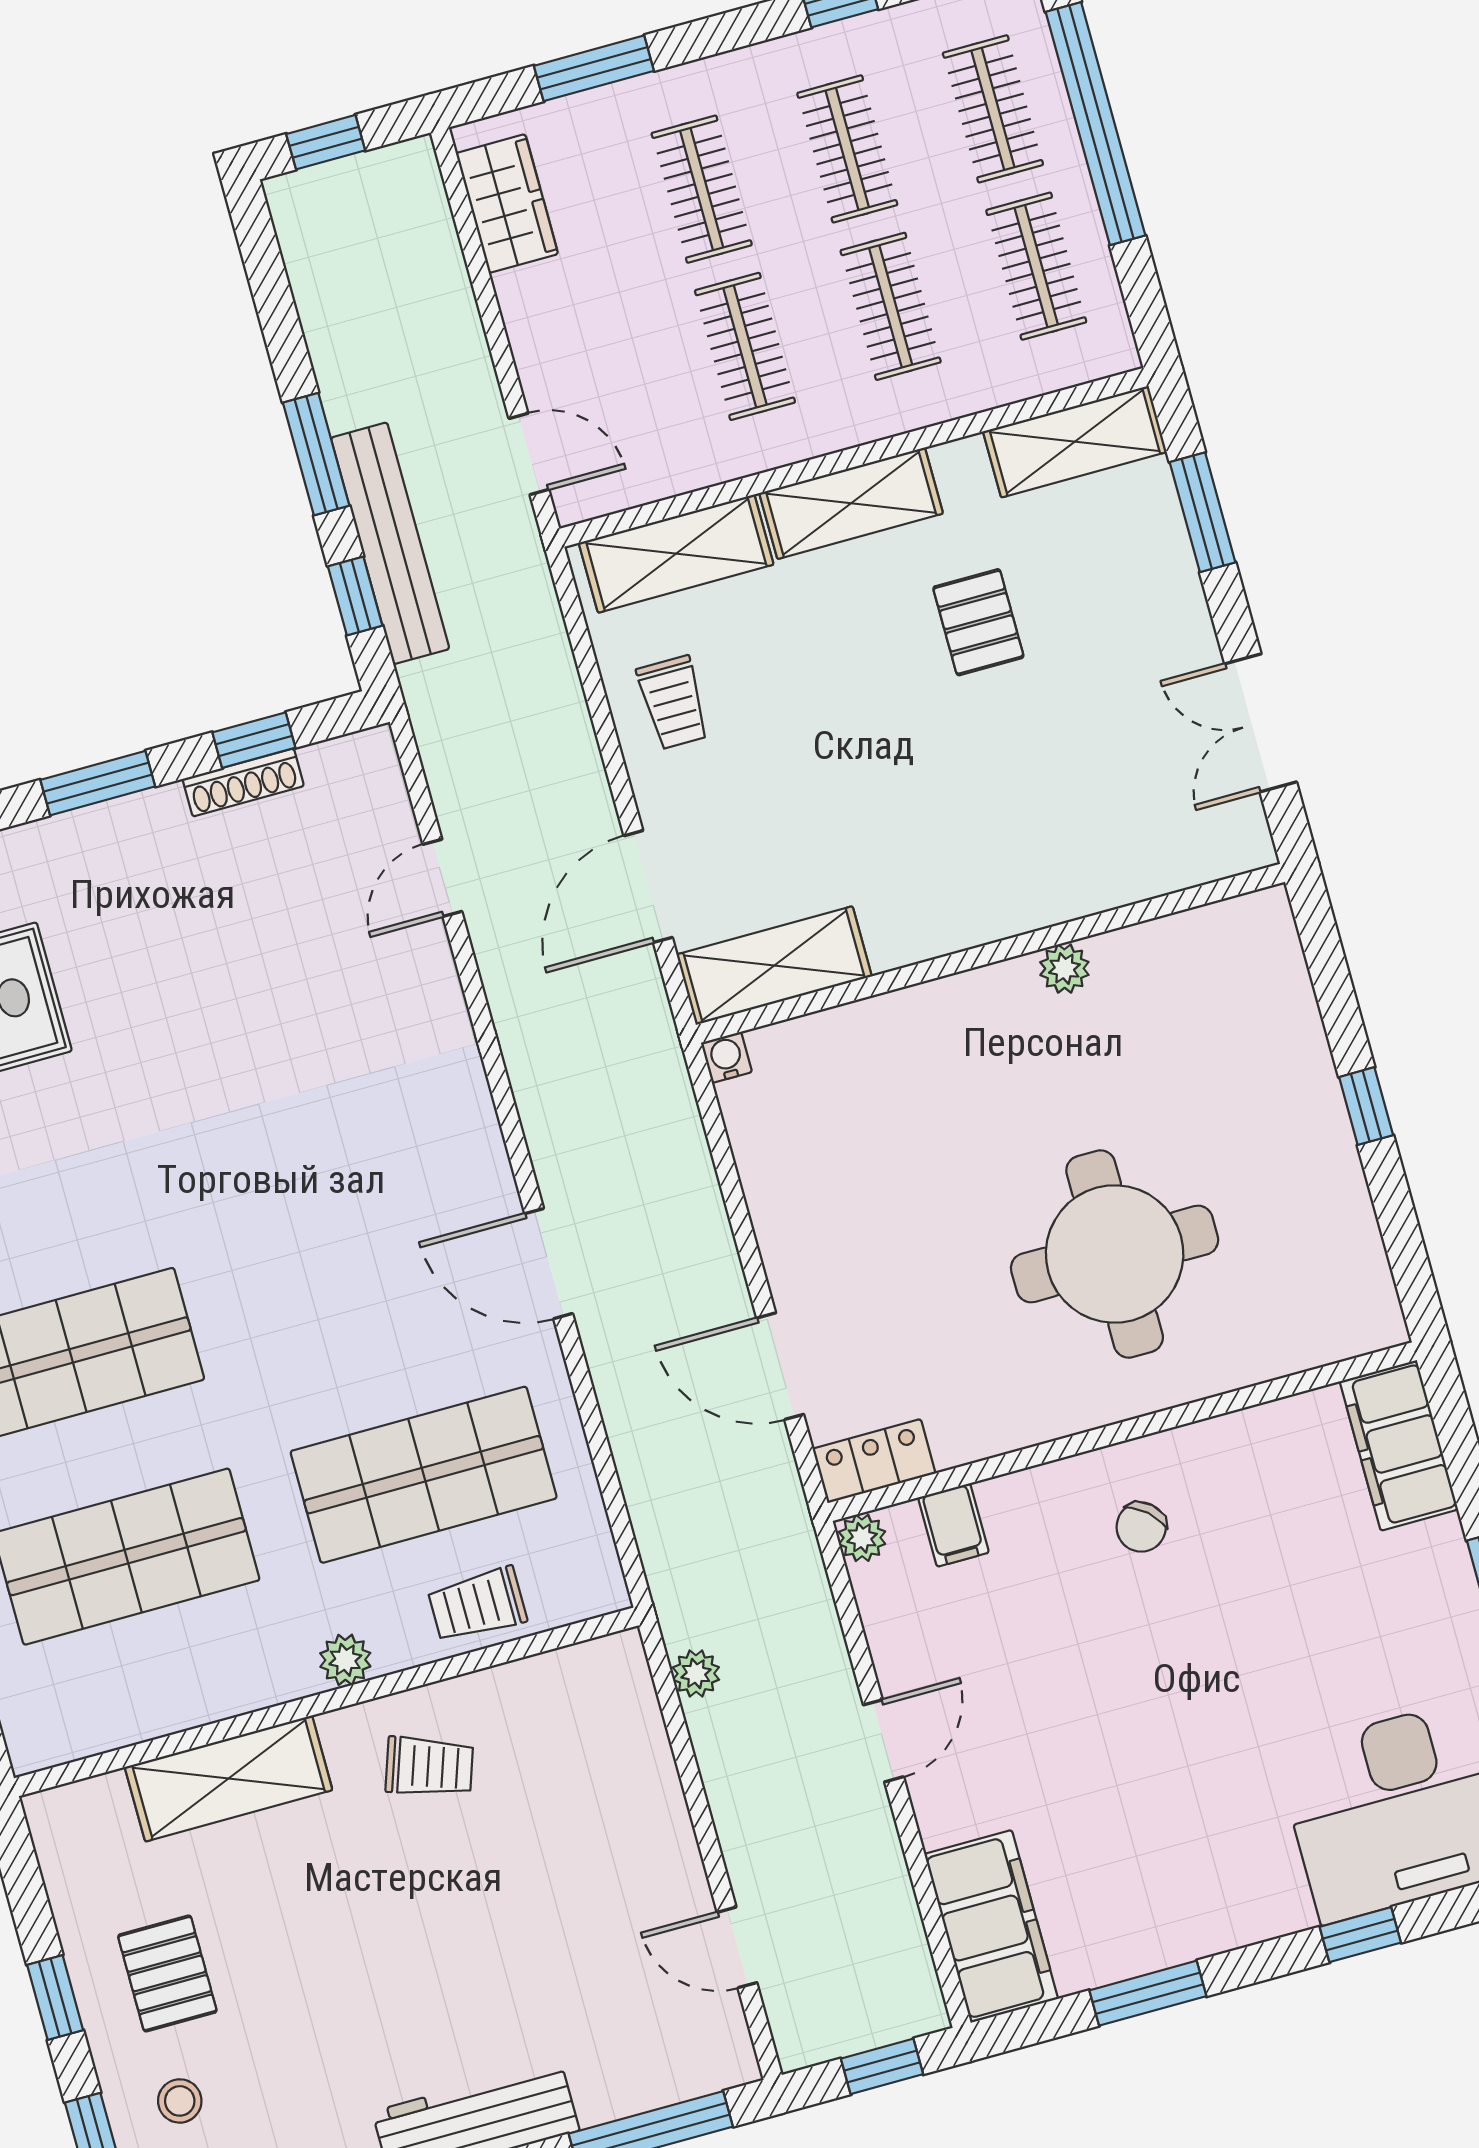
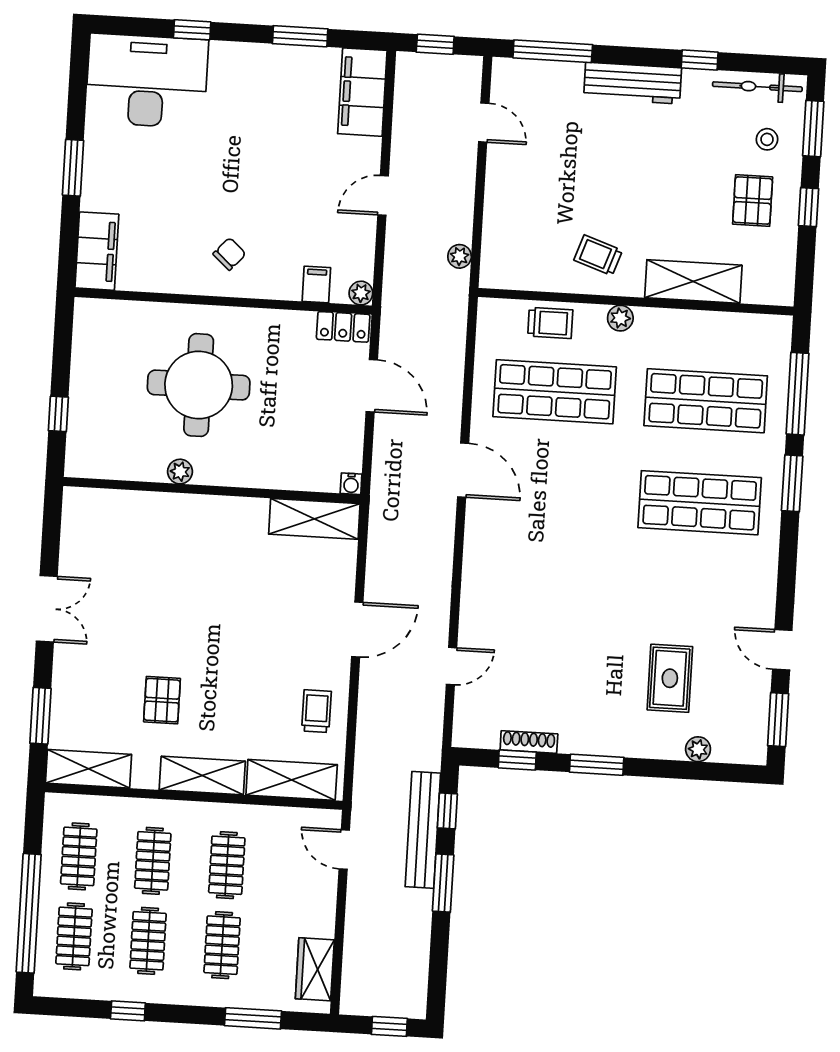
wall: (990, 953) -> (212, 490), moved
shelving: (774, 966) -> (314, 519), moved
plant: (1064, 969) -> (180, 472), moved
water cooler: (726, 1057) -> (351, 484), moved

